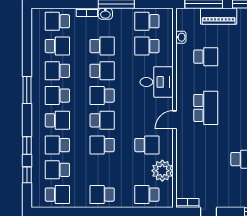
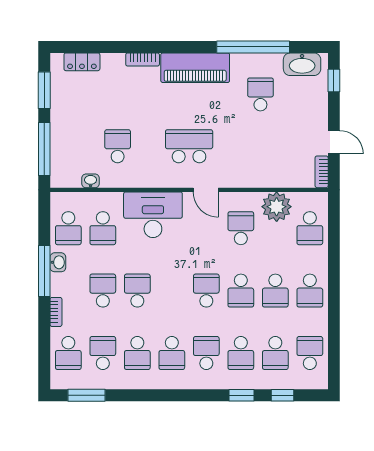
washbasin: (105, 14) -> (58, 262), moved
piano: (219, 16) -> (61, 128), removed
desk: (157, 82) -> (153, 215), width x1.37
window: (27, 90) -> (87, 395), moved
school desk: (102, 96) -> (275, 291), moved

